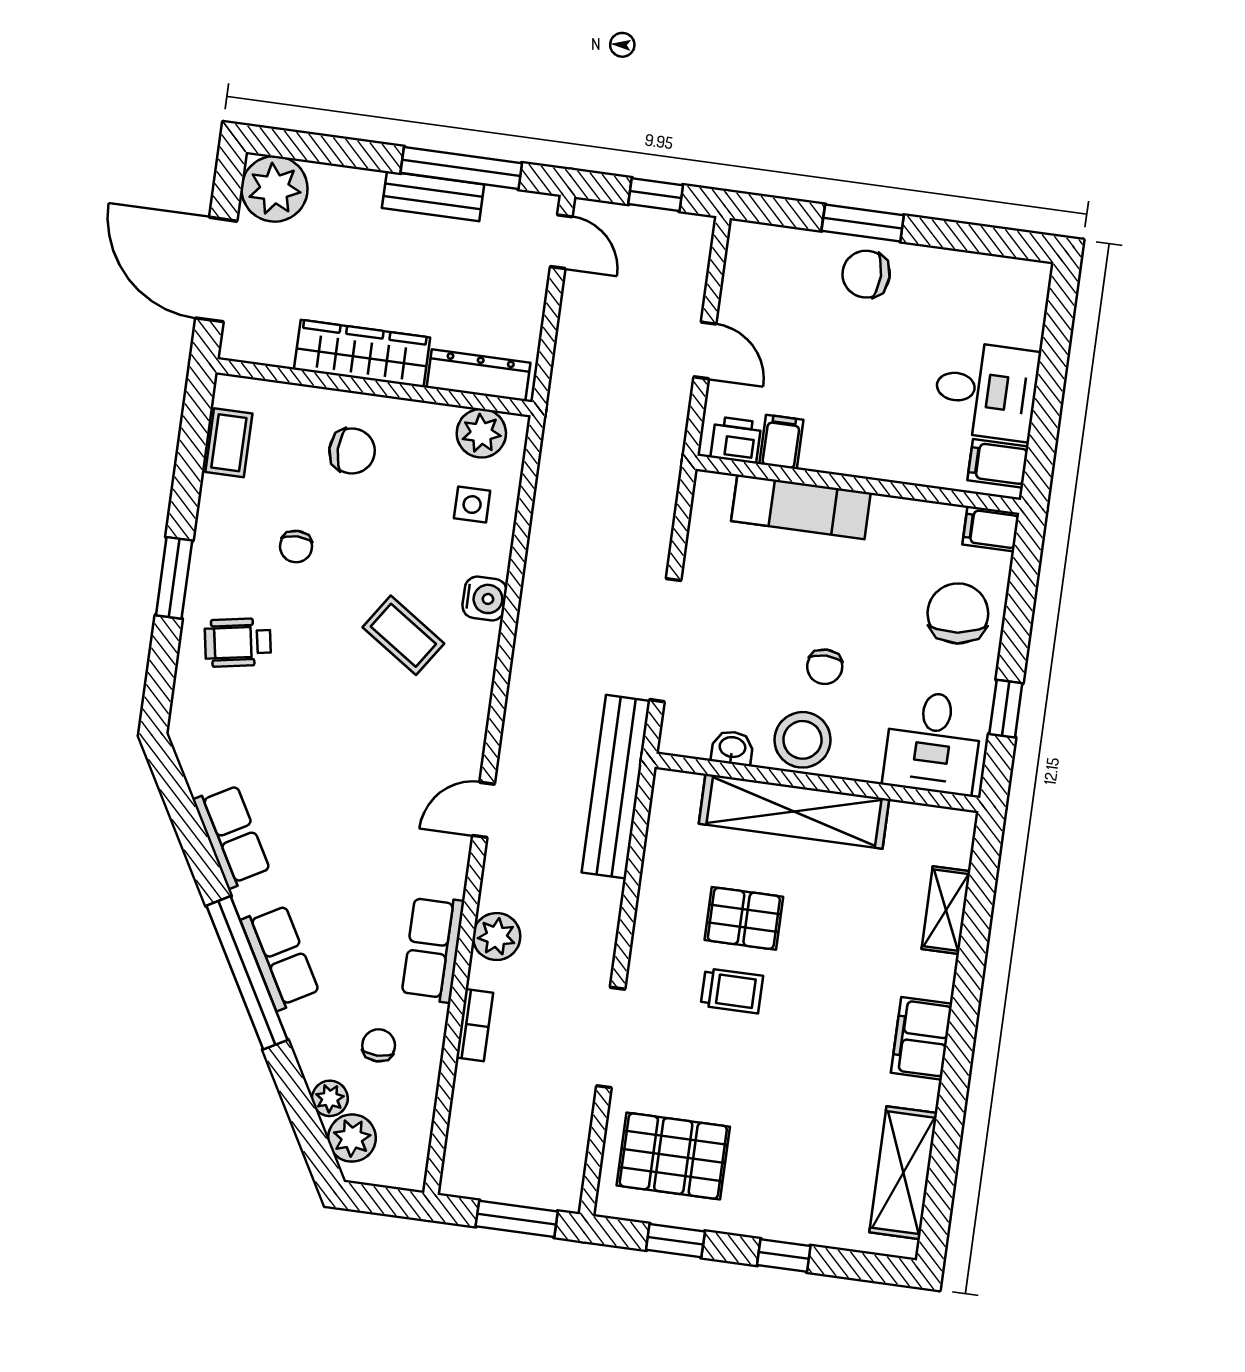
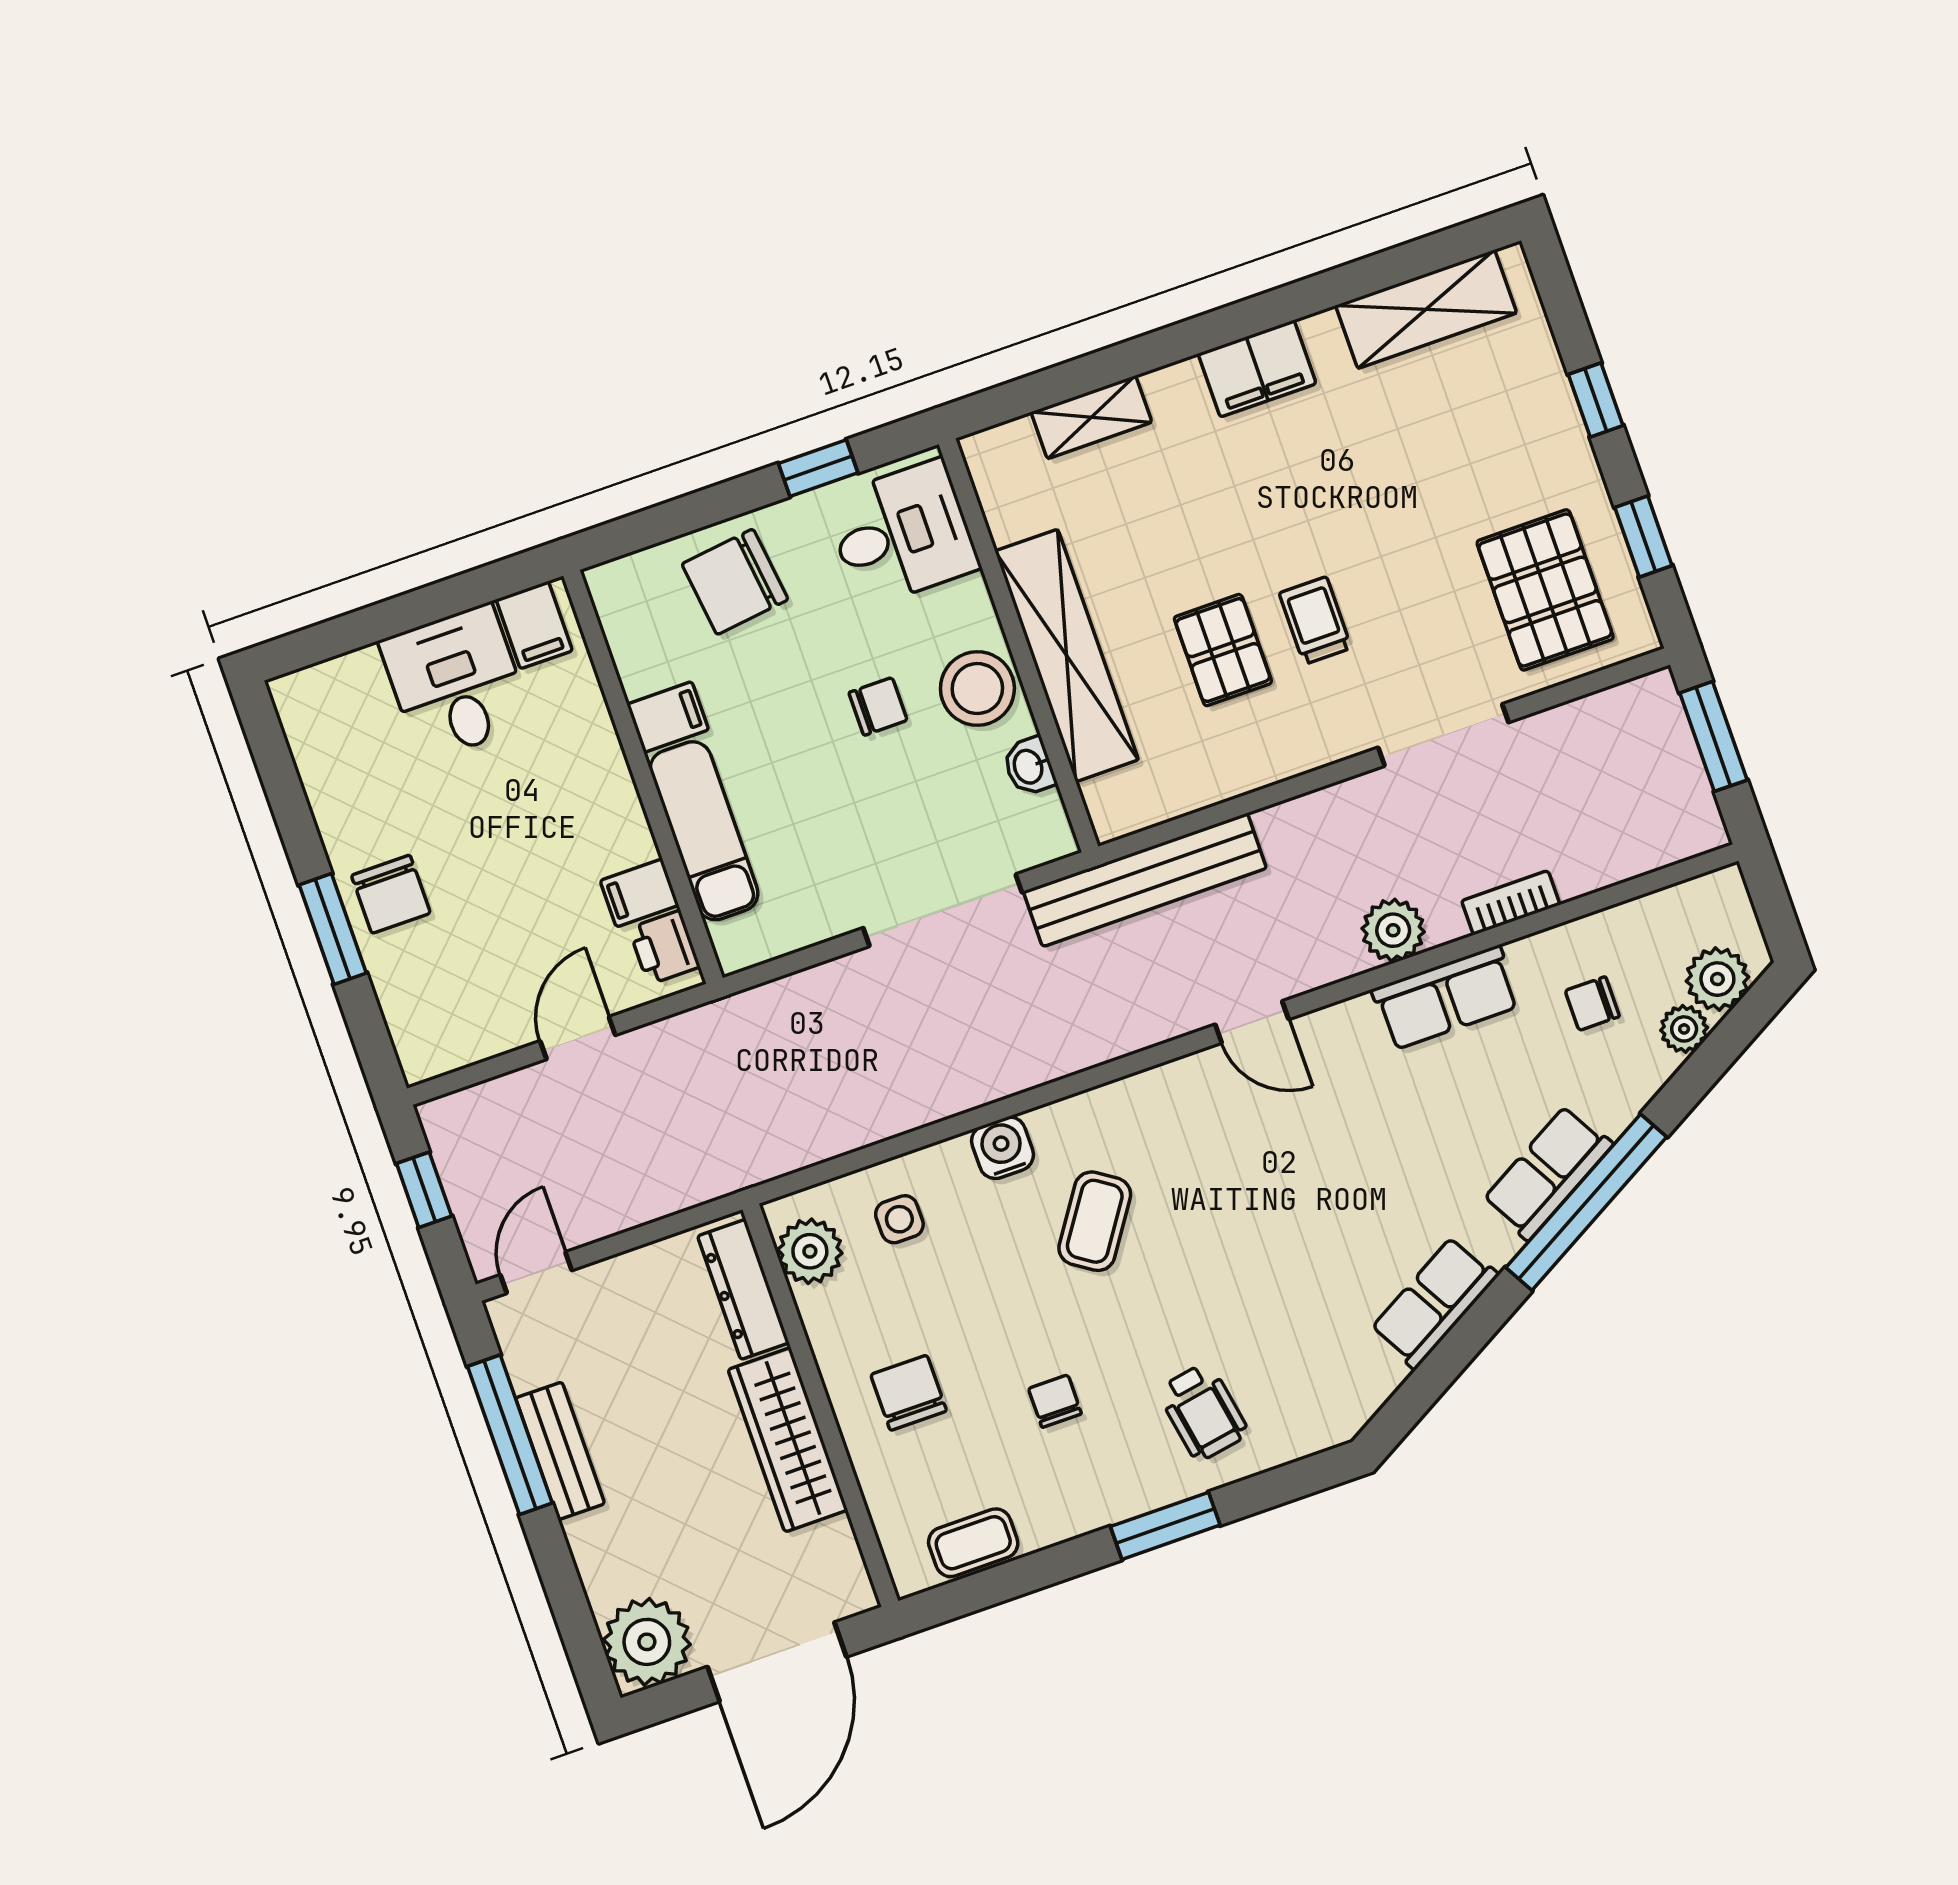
filing cabinet: (991, 529) -> (668, 717), moved, turned -90
chair: (296, 547) -> (1055, 1401), turned -90

